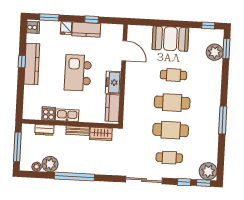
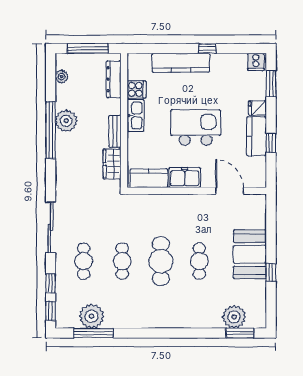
window: (208, 25) -> (271, 272), moved
door: (124, 51) -> (230, 191), swing flipped
kitchen counter: (32, 64) -> (181, 63), moved
window: (223, 120) -> (94, 333), moved
dresser: (44, 130) -> (114, 79), width x1.44
cafe table: (171, 130) -> (122, 261), width x0.73, depth x0.74
plant: (50, 164) -> (66, 121), moved
plant: (208, 171) -> (92, 316), moved

